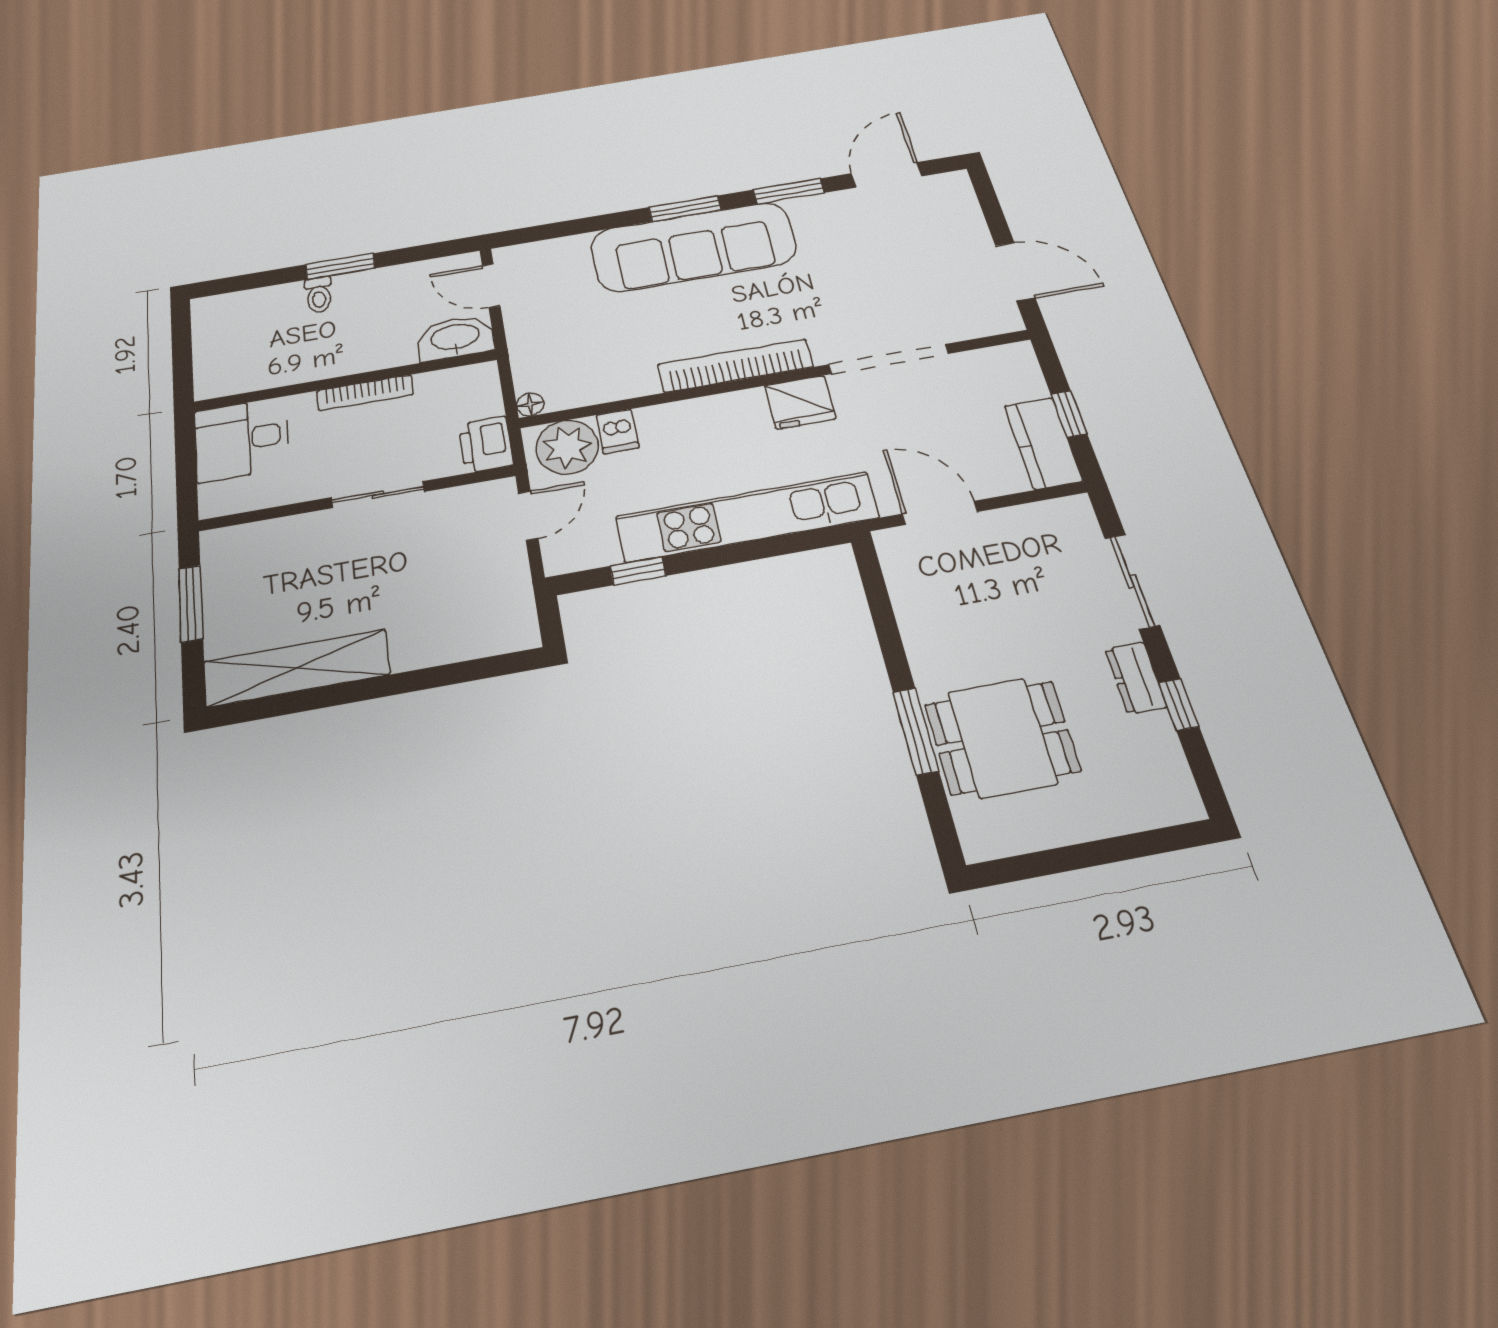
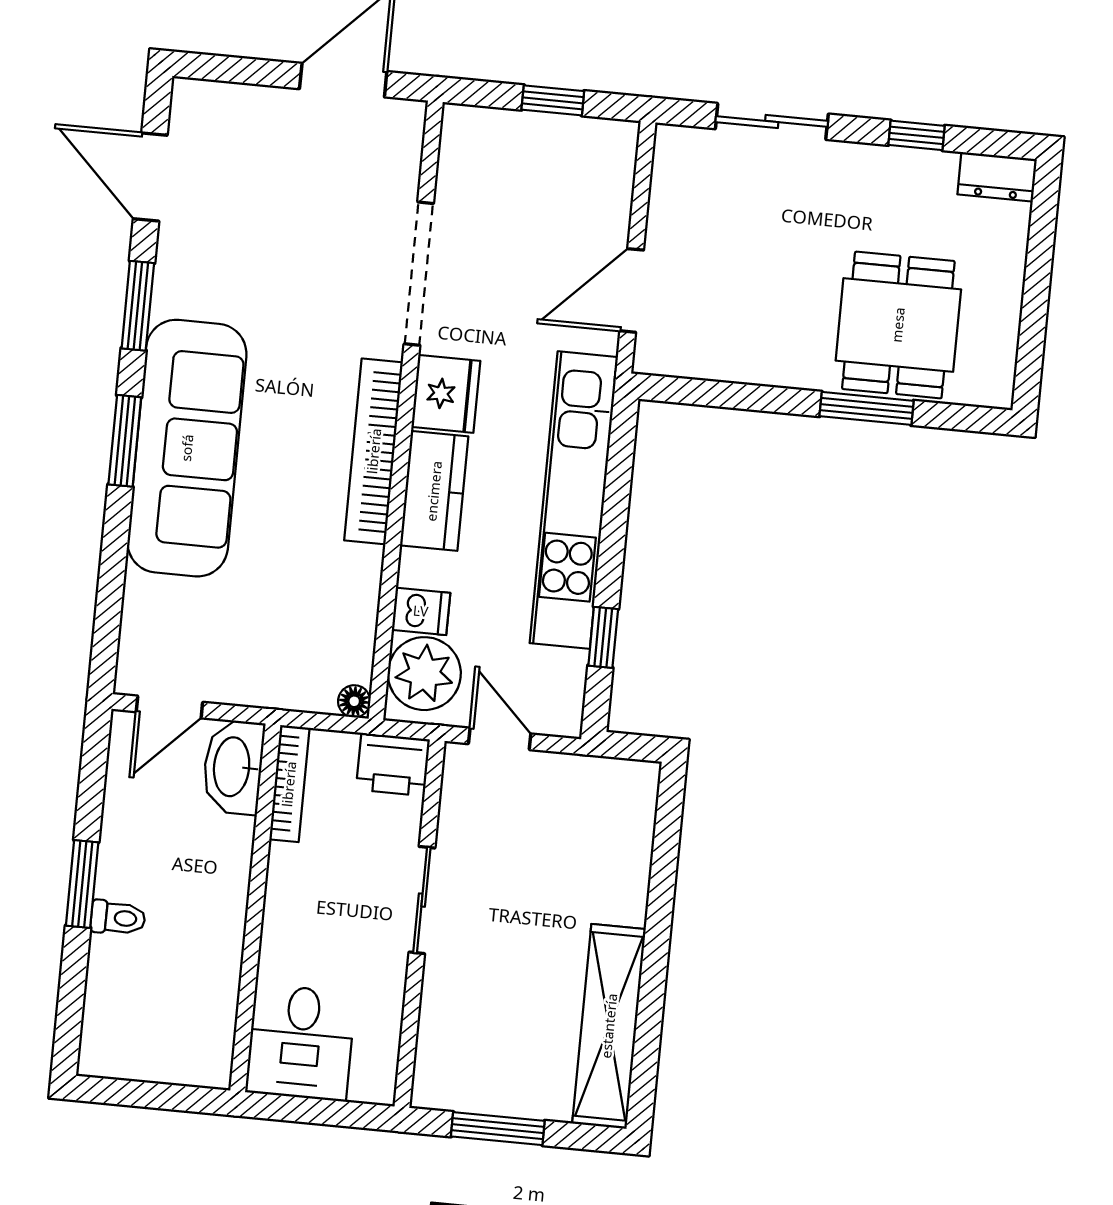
bookcase: (365, 393) -> (289, 784), moved
kitchen counter: (1043, 443) -> (434, 491), moved, turned -90
dresser: (1136, 678) -> (997, 177), moved

